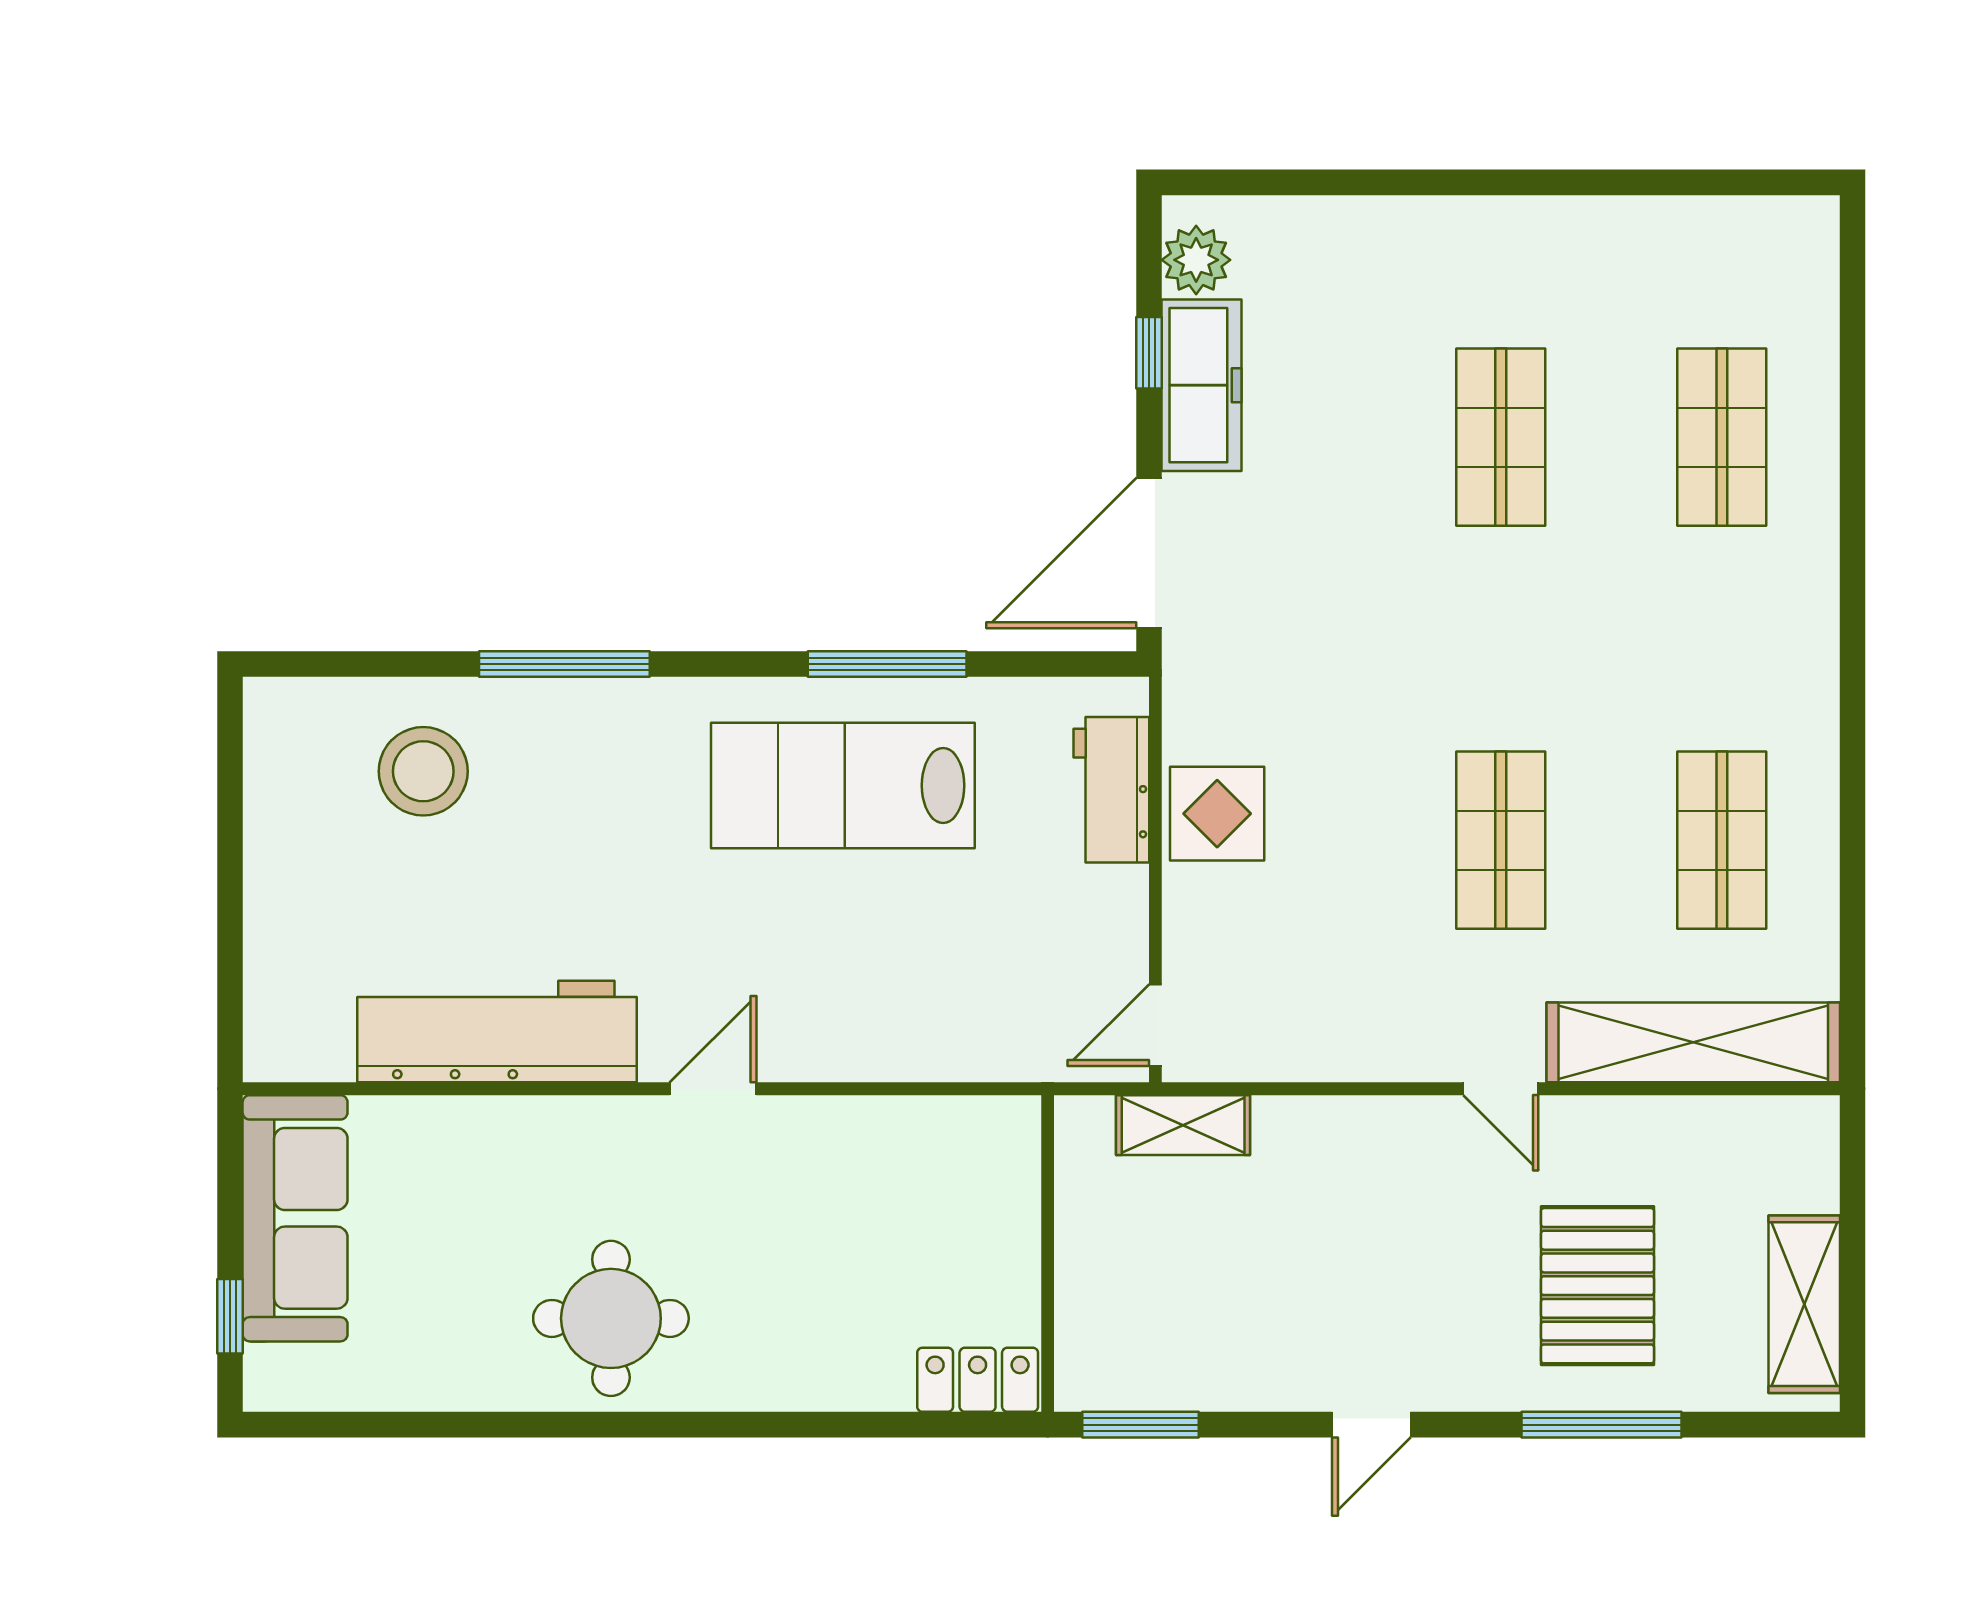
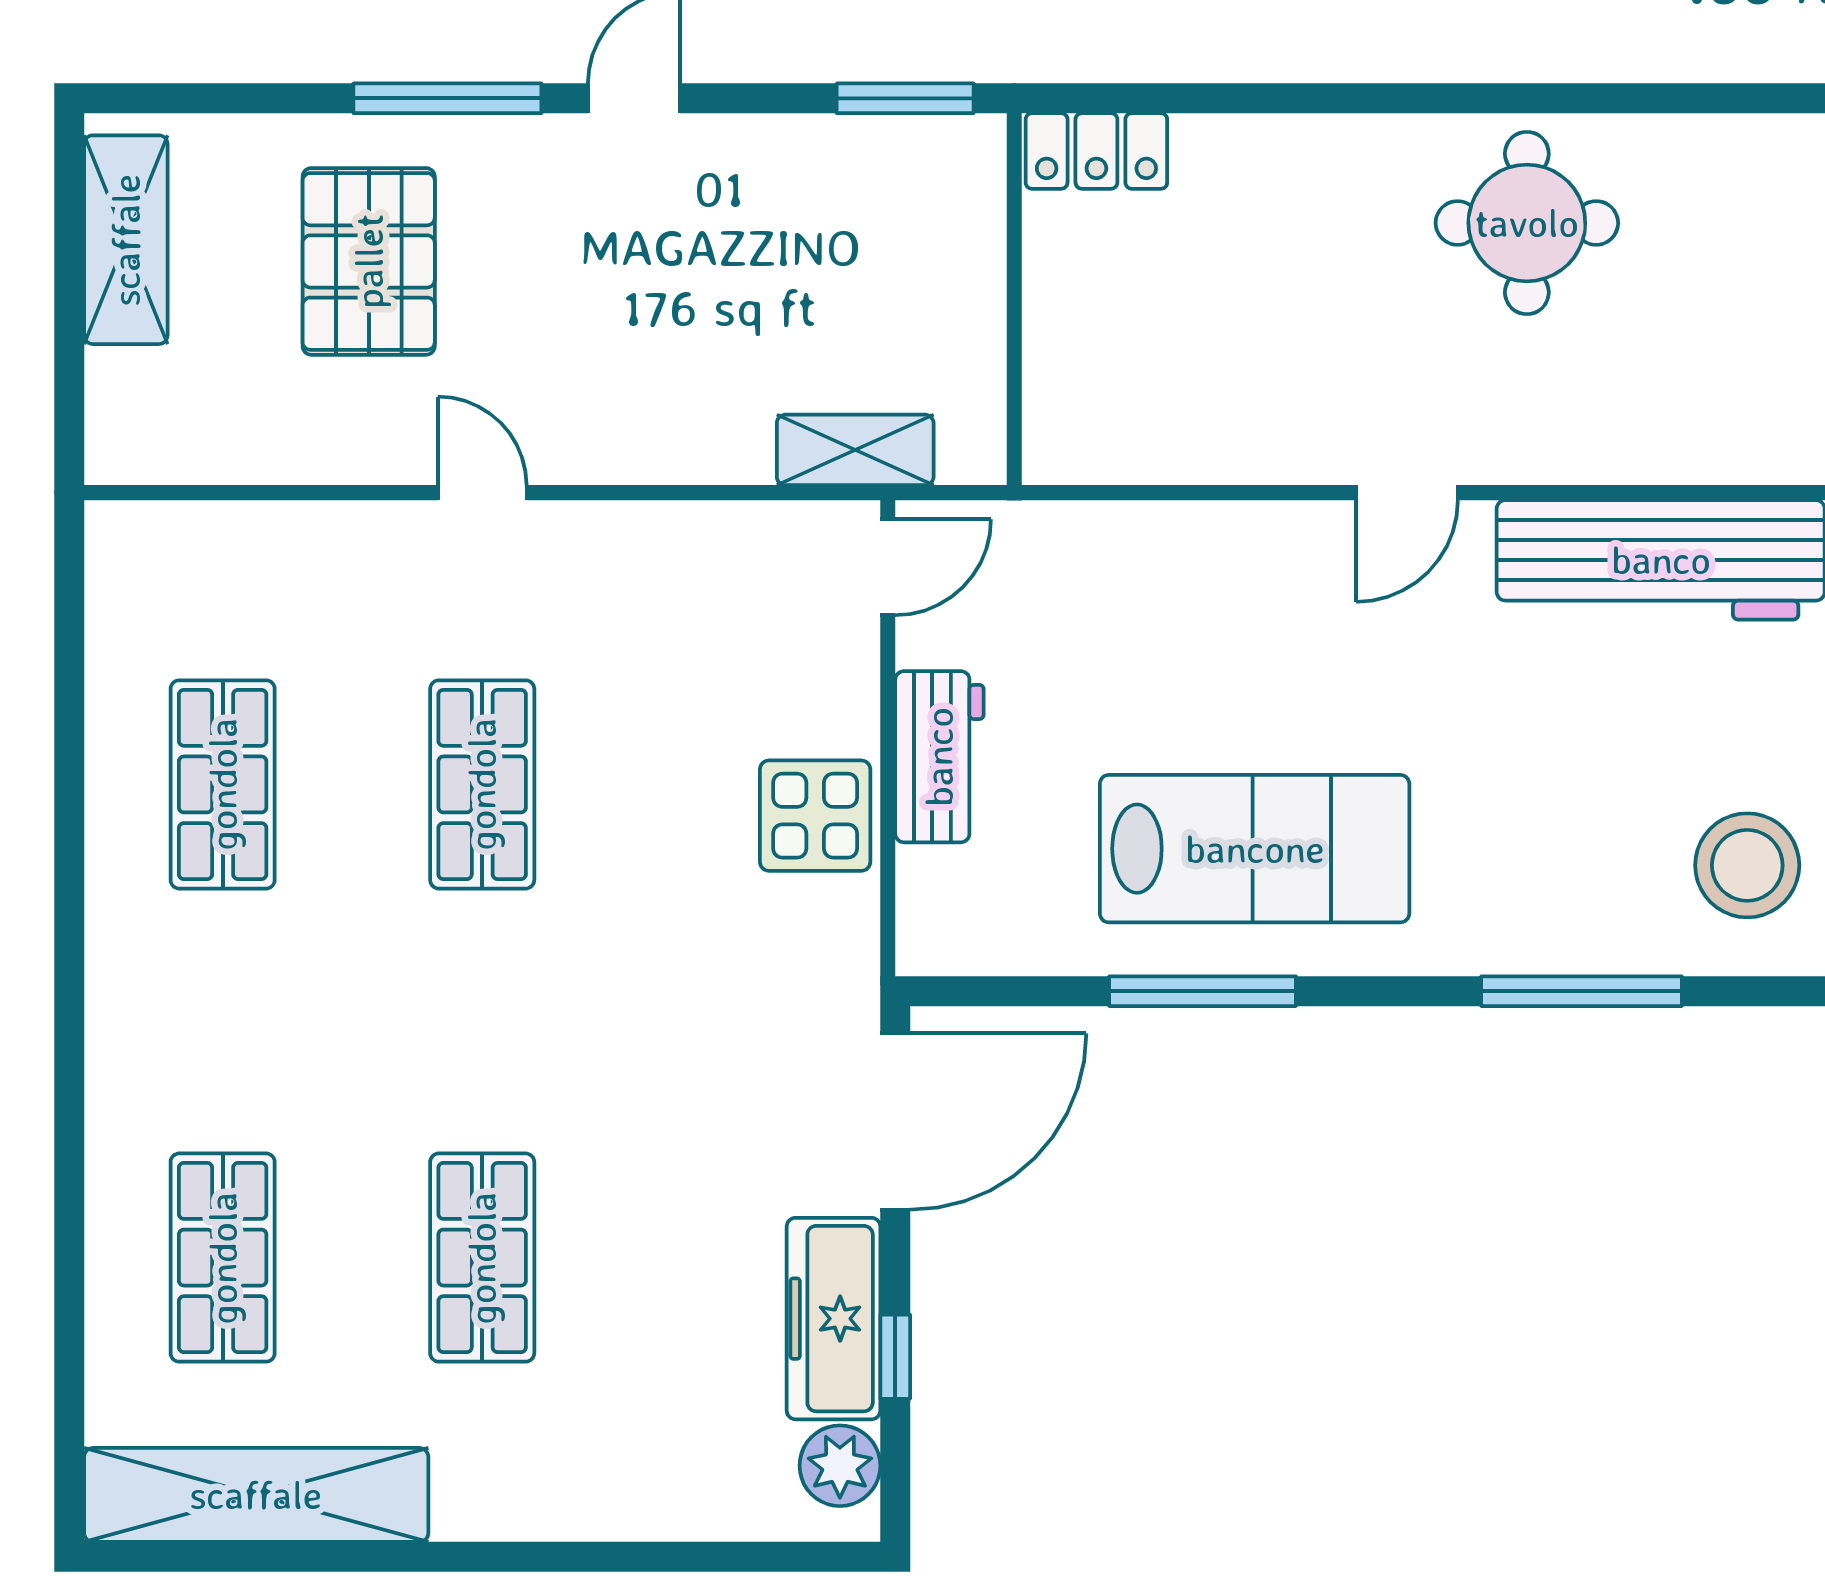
workbench: (1111, 790) -> (939, 757), moved
shelving: (1693, 1042) -> (256, 1495), moved
window: (1602, 1425) -> (447, 98), moved

